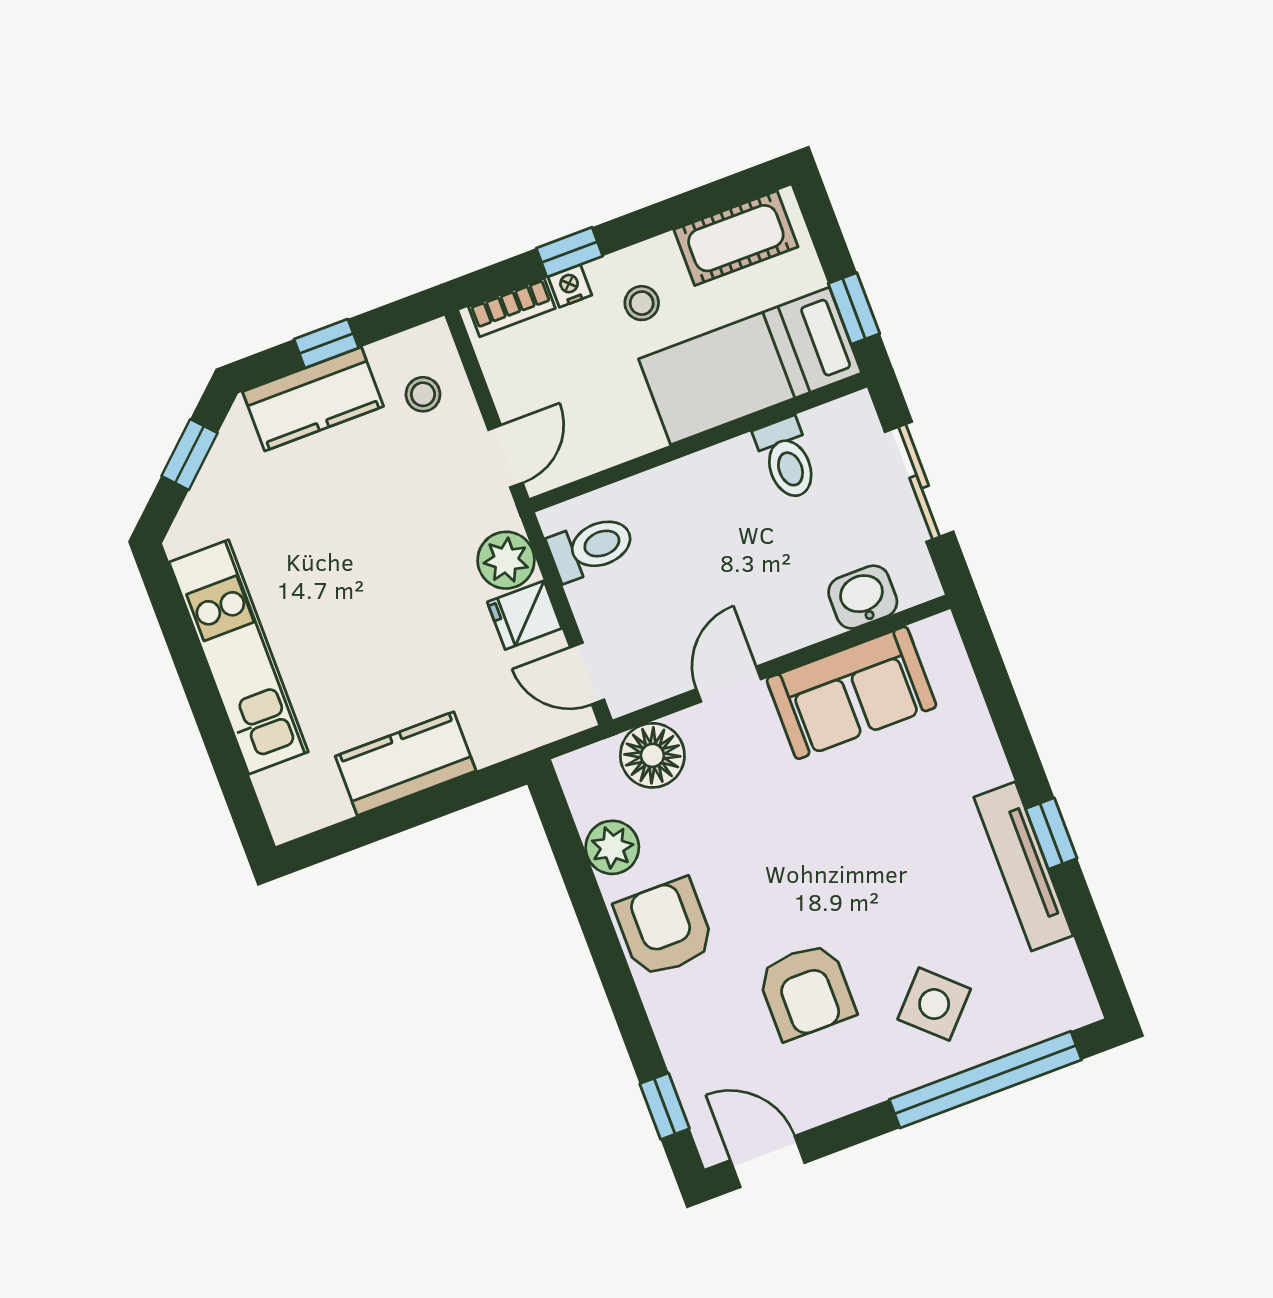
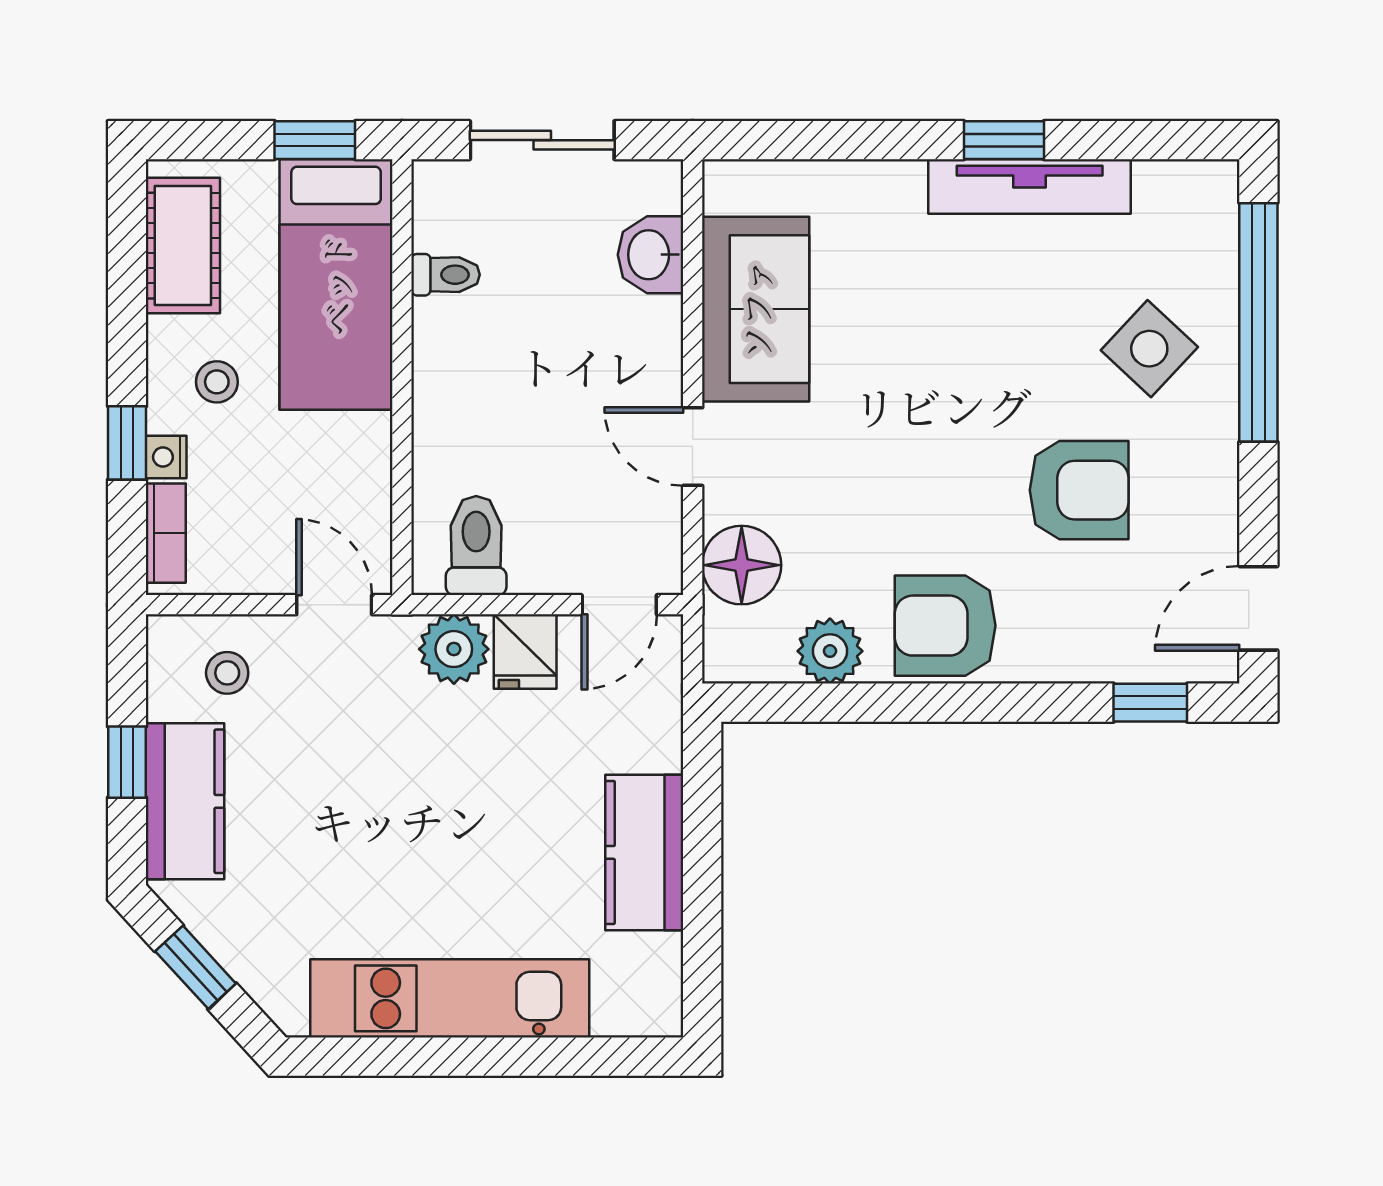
toilet: (787, 459) -> (445, 275), width x0.73, depth x0.72

